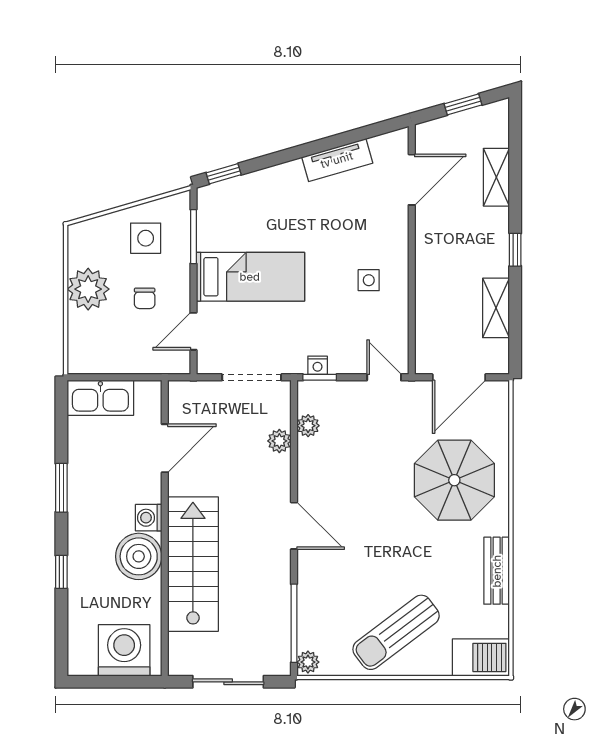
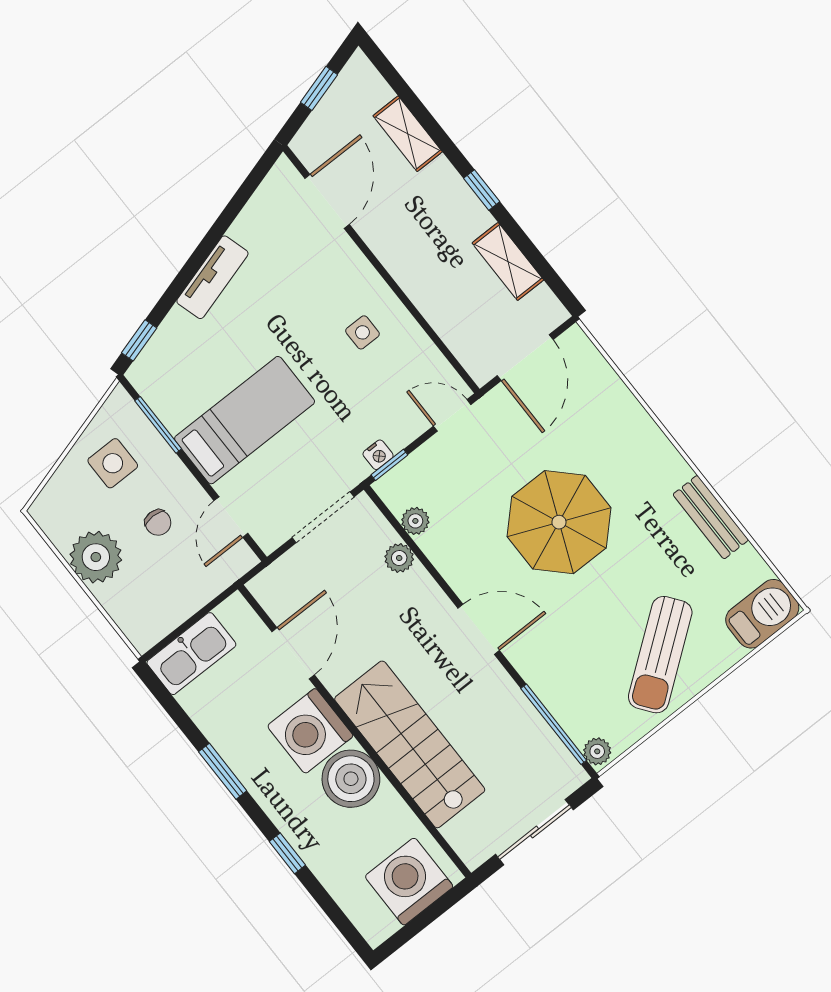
tv unit: (337, 160) -> (212, 277), moved
parasol: (454, 480) -> (559, 522), moved
washing machine: (149, 518) -> (310, 731), width x1.89, depth x1.89

